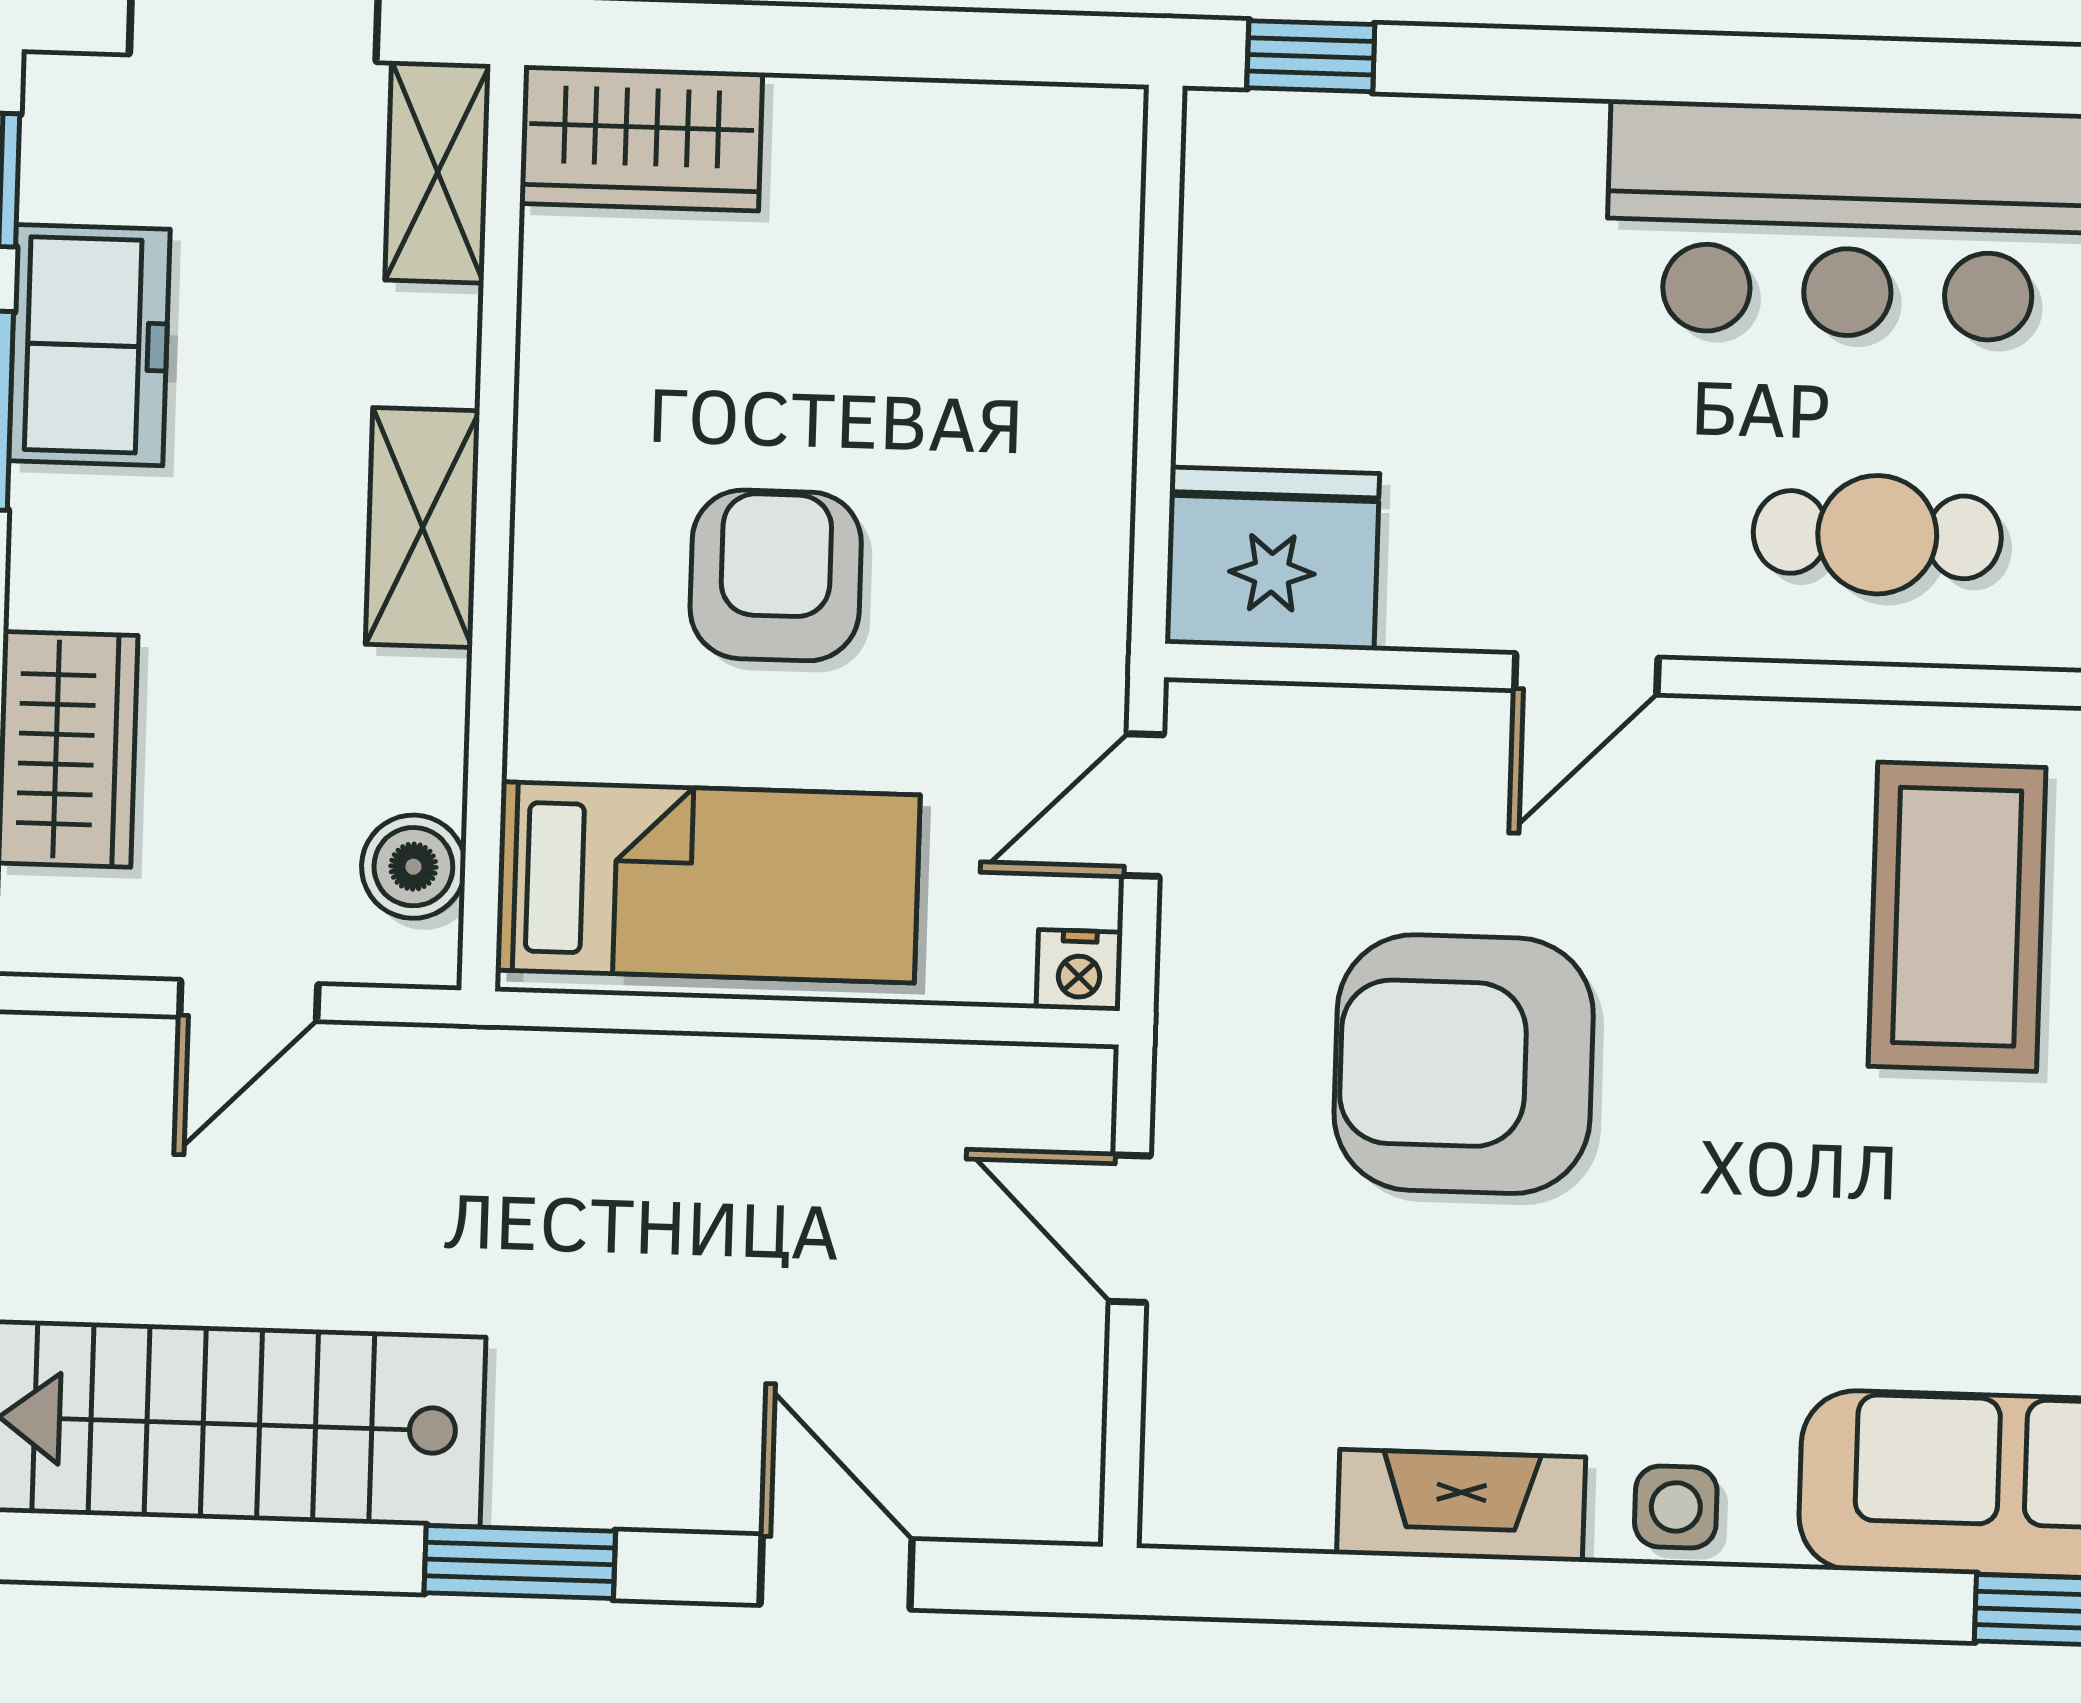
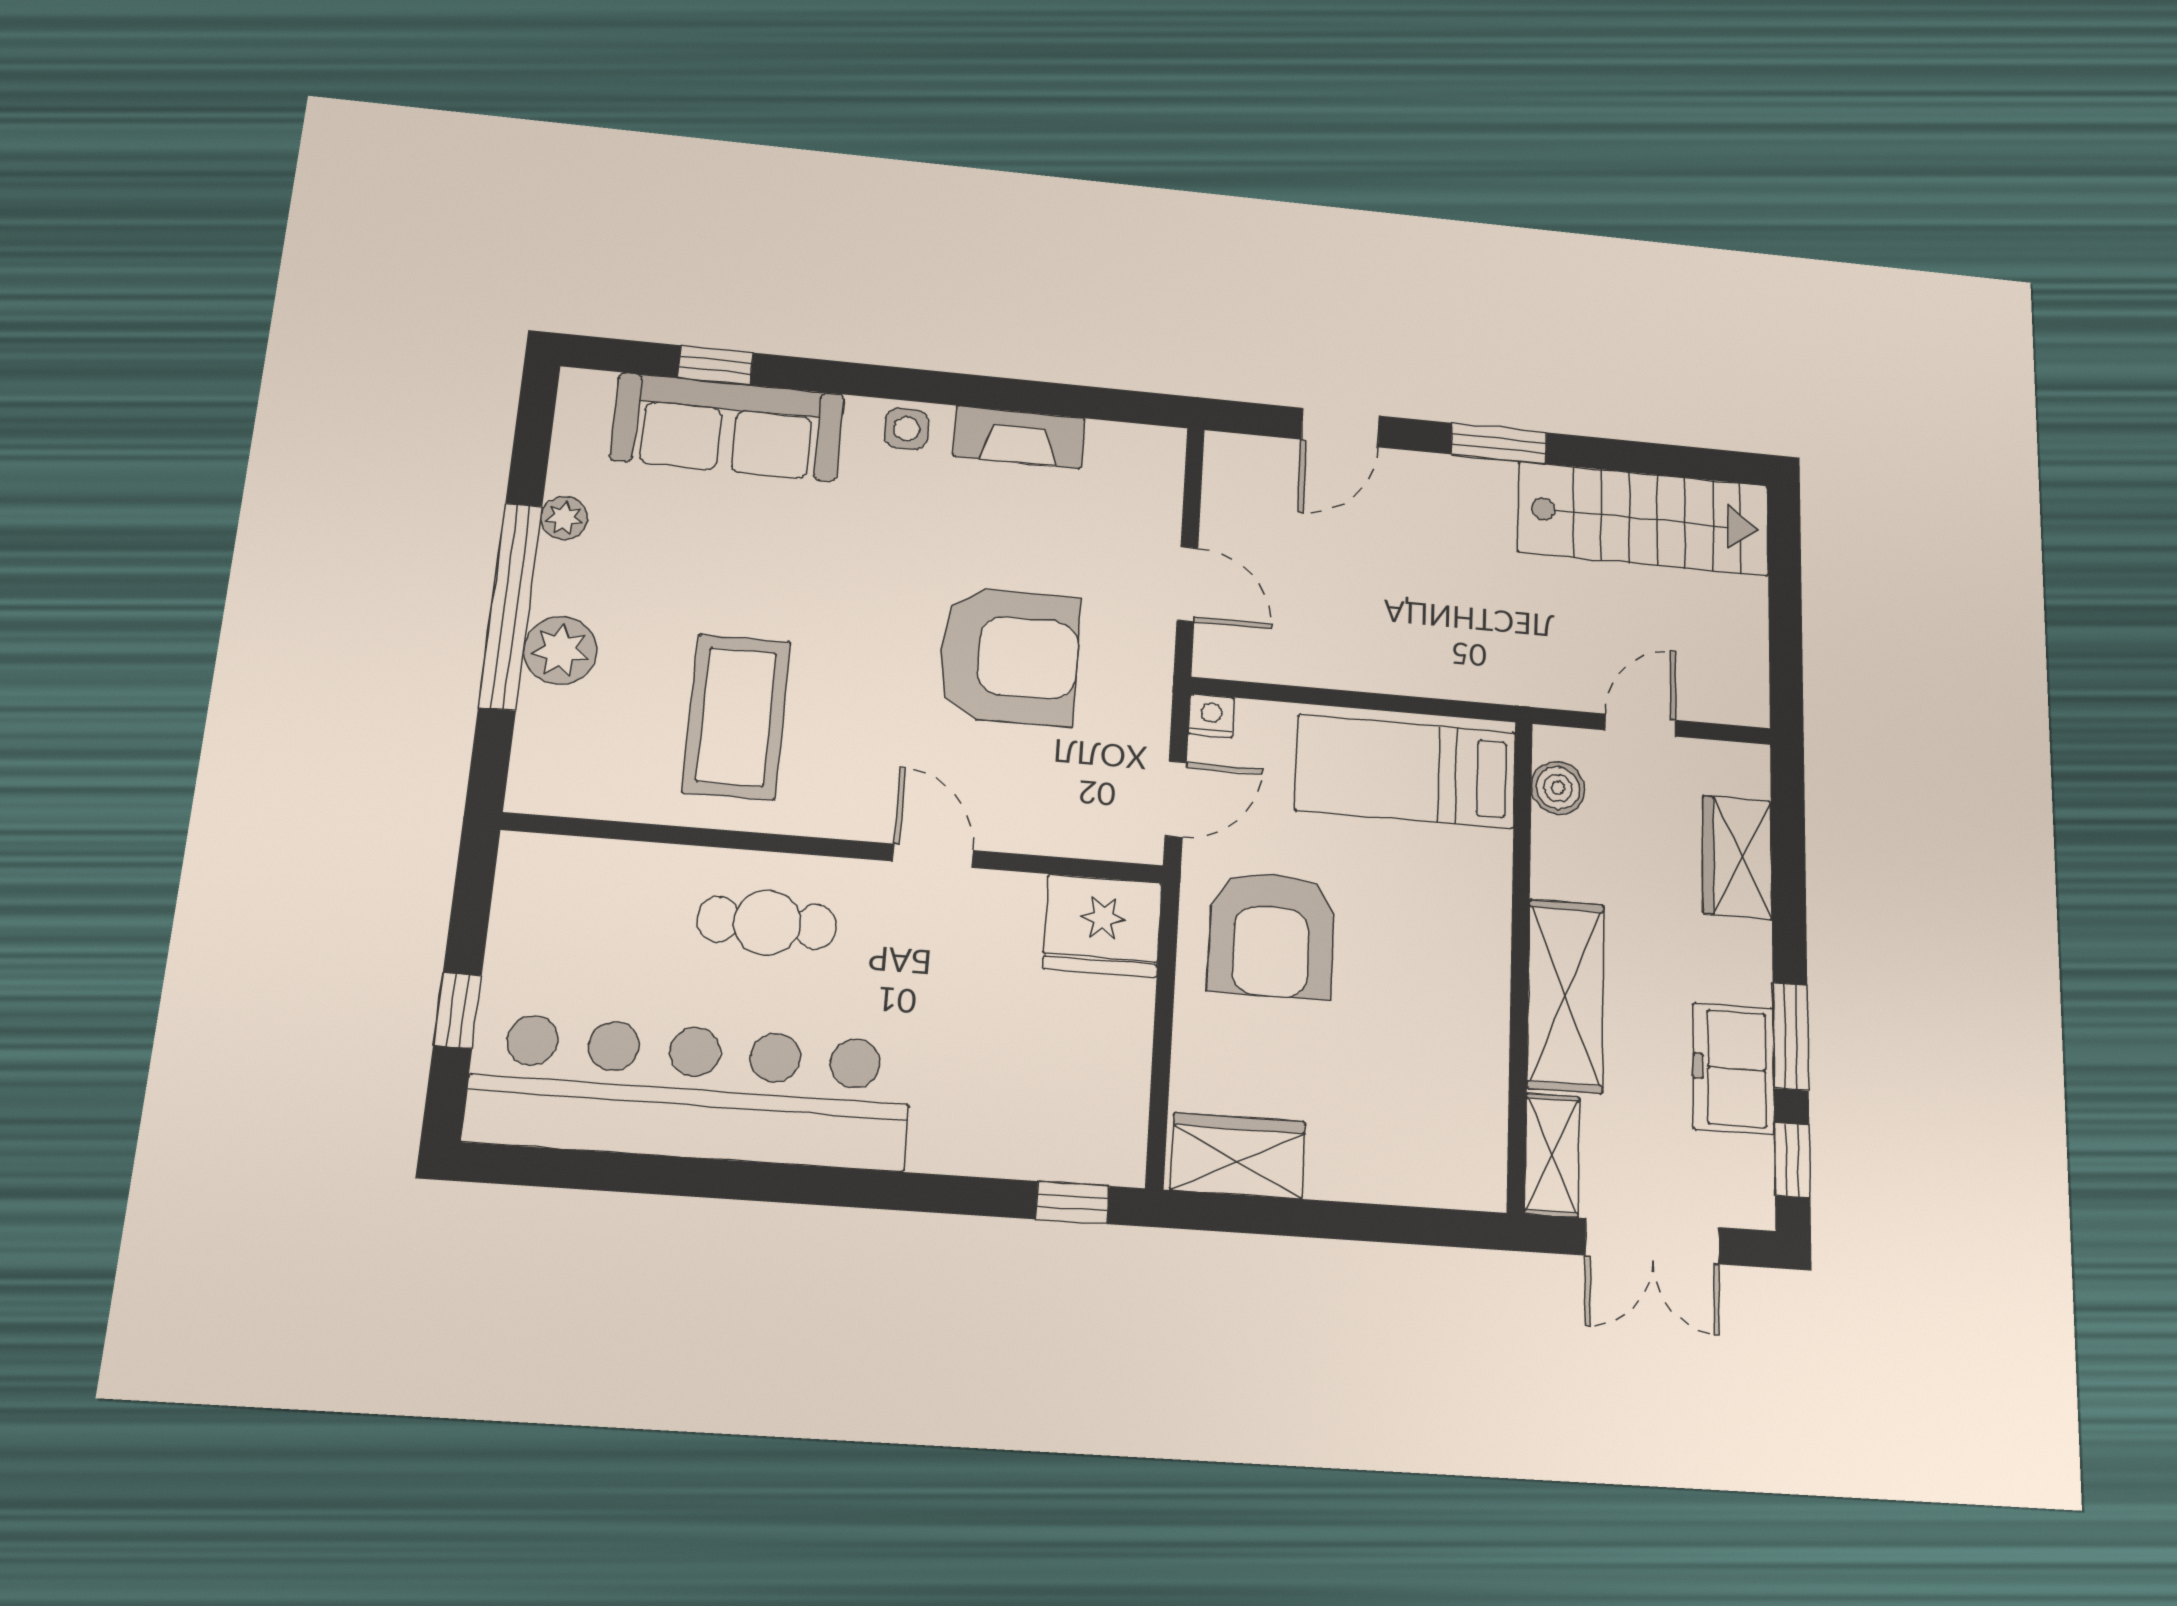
wardrobe: (641, 138) -> (1238, 1156), moved
shelving: (423, 527) -> (1566, 996), width x1.50, depth x1.33
armchair: (776, 575) -> (1271, 934), moved, width x1.36, depth x1.36
door: (1586, 674) -> (933, 856), hinge flipped
door: (836, 1572) -> (1340, 428), hinge flipped

